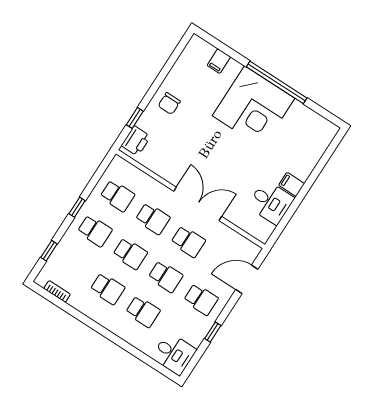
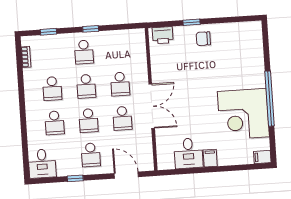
filing cabinet: (219, 61) -> (262, 157), moved
corner desk: (253, 107) -> (243, 114), moved
window: (135, 118) -> (192, 22), moved
school desk: (117, 196) -> (118, 50), removed

